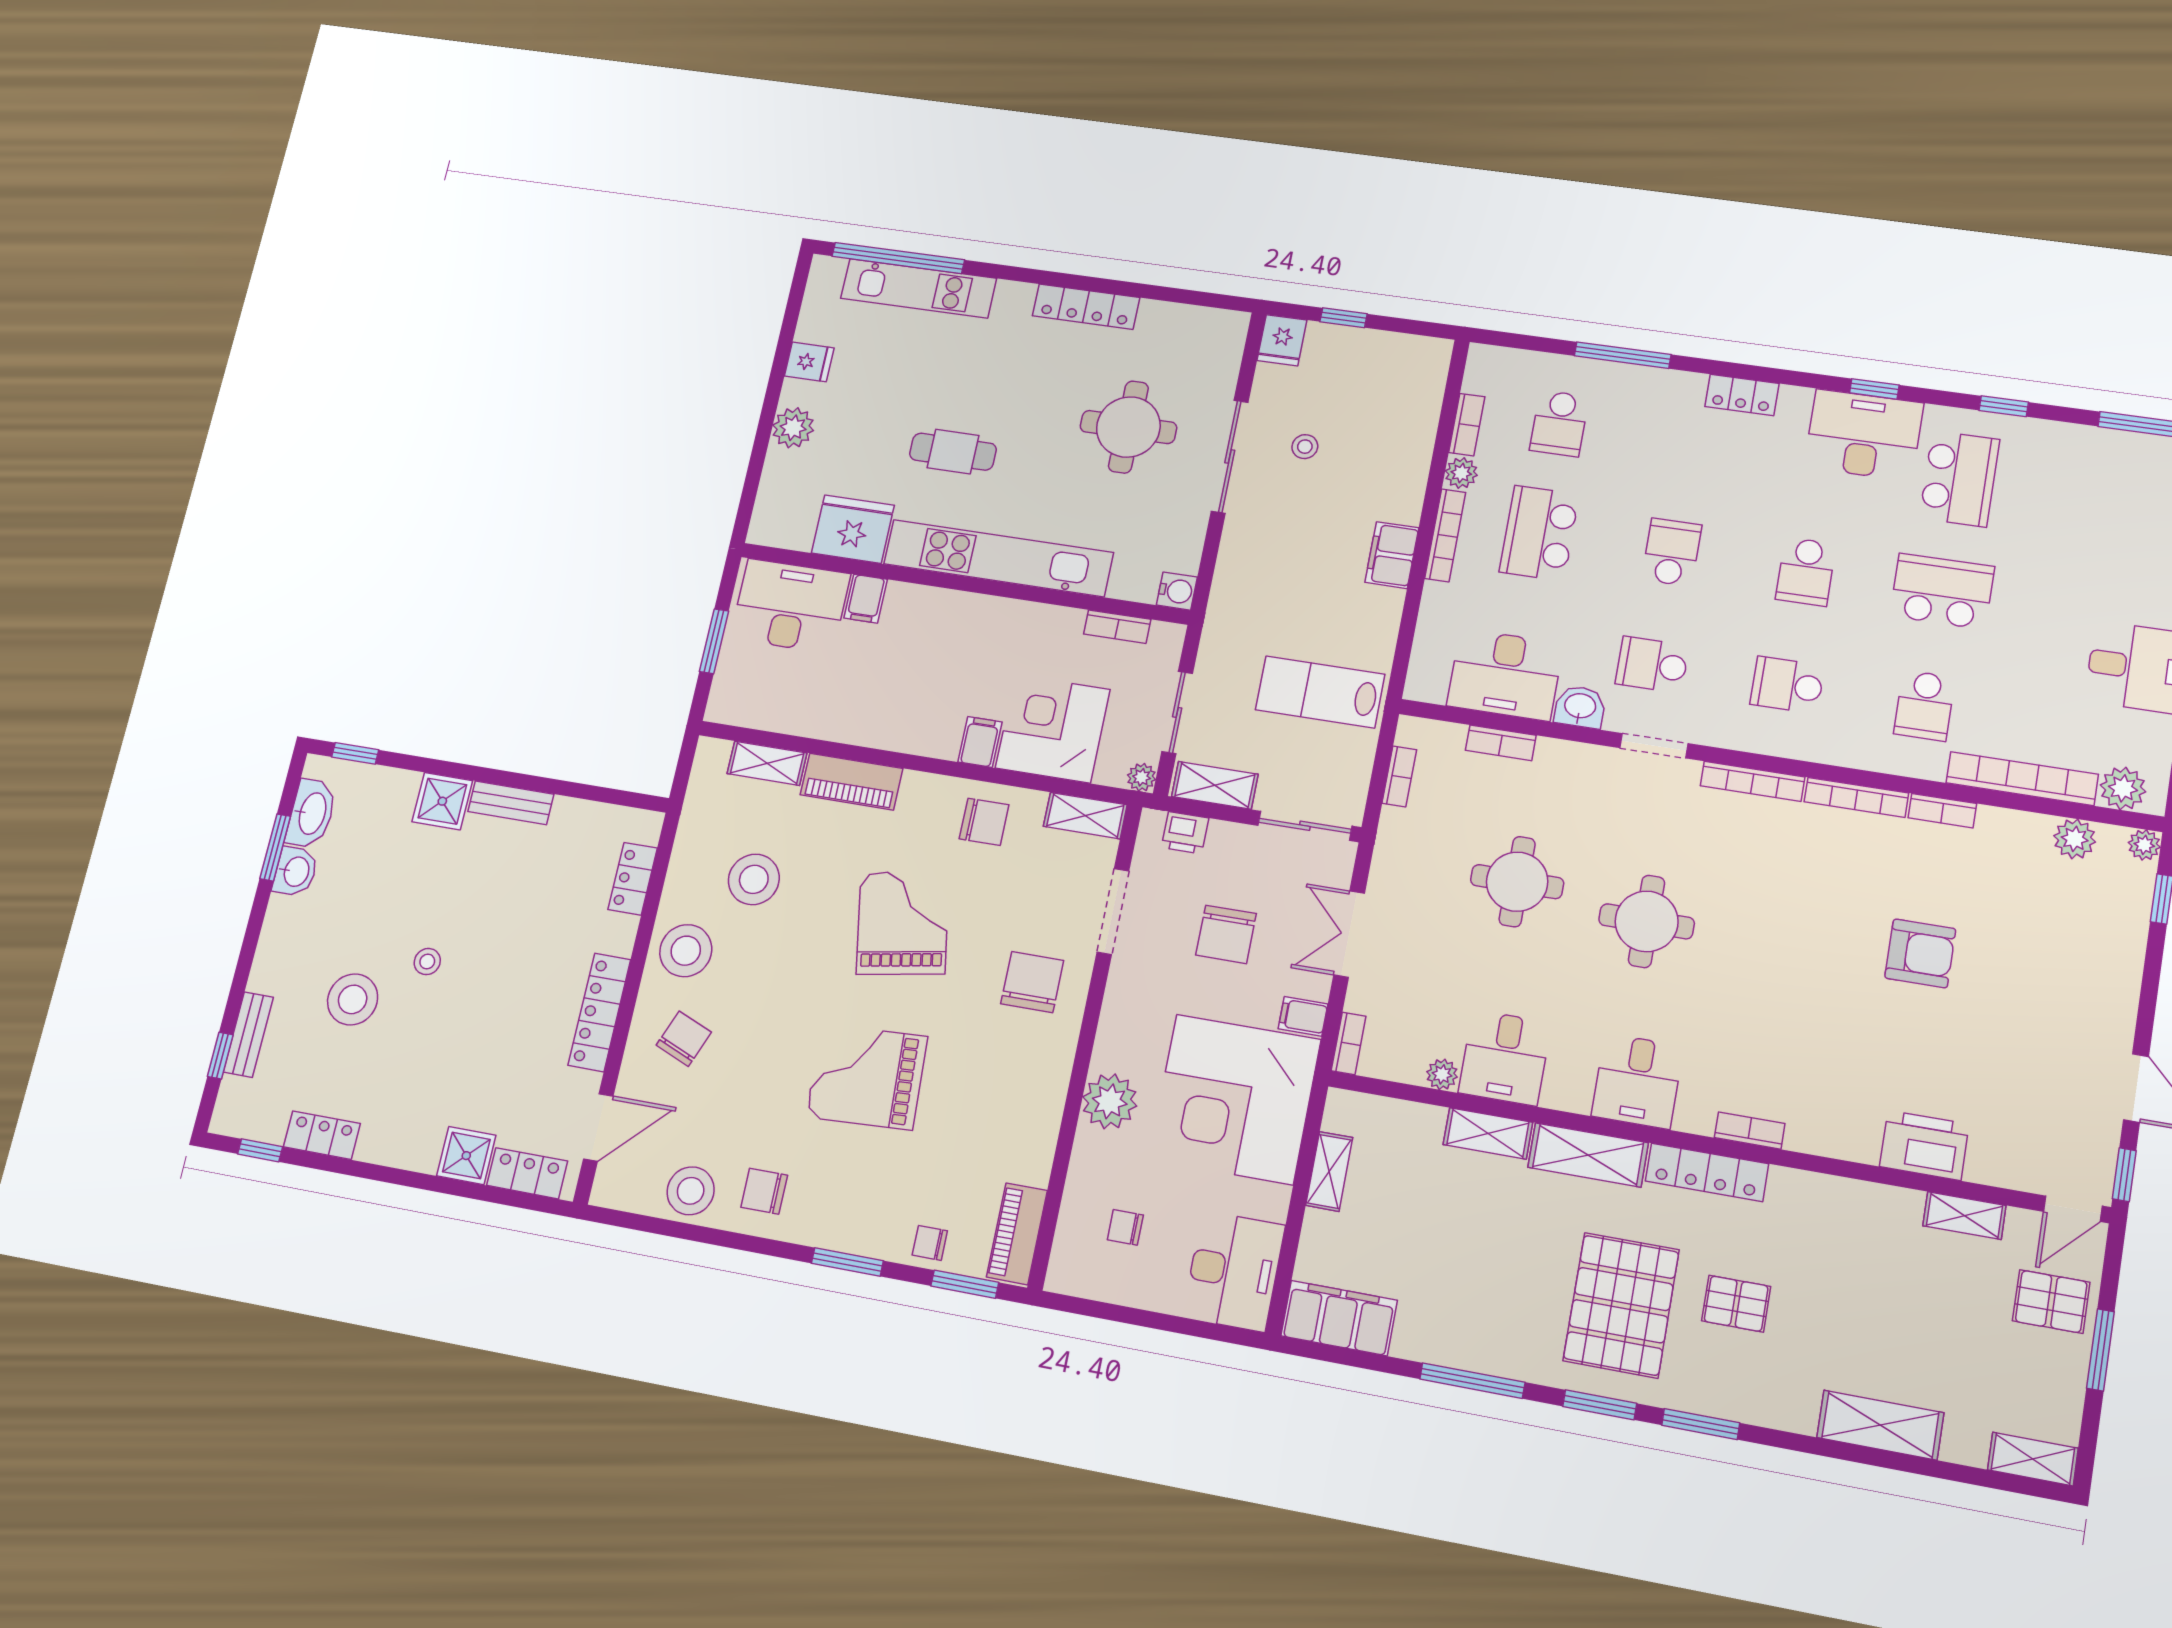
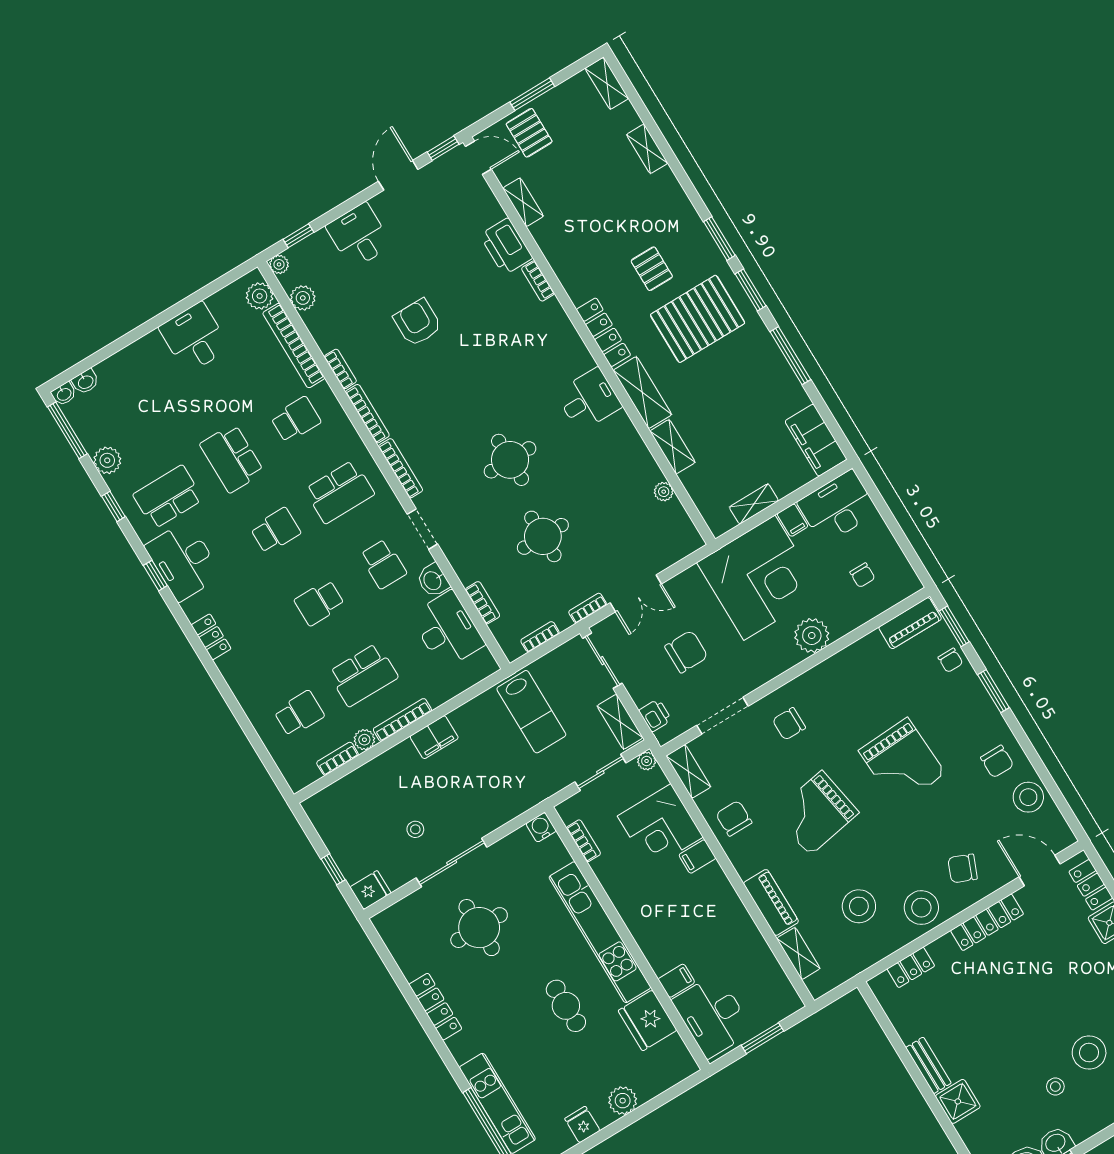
window: (1623, 355) -> (238, 713), removed
plant: (2069, 443) -> (107, 460), added
school desk: (1787, 685) -> (339, 492), width x1.85
stool: (427, 962) -> (1055, 1087), moved
chair: (1032, 982) -> (789, 724), width x0.73, depth x0.73
filing cabinet: (1303, 1016) -> (793, 520), moved
bookcase: (1349, 1043) -> (588, 608), moved
desk: (1505, 1058) -> (359, 236), moved, turned -90
bookcase: (1750, 1131) -> (538, 281), moved
shelving: (1880, 1425) -> (647, 149), width x0.67, depth x0.75

